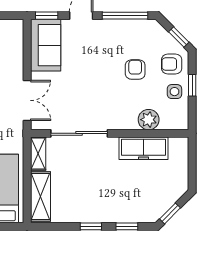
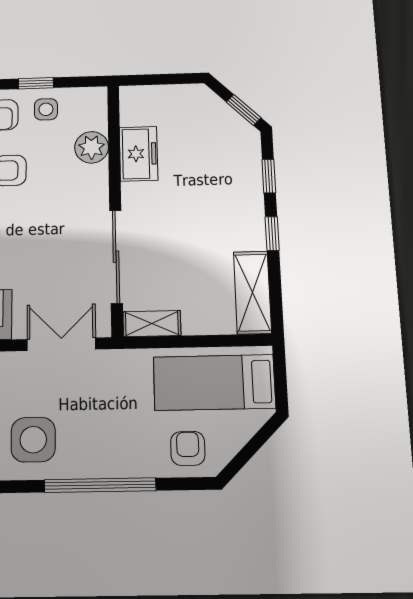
freezer: (144, 148) -> (138, 154), width x0.71
shelving: (40, 196) -> (252, 292), moved, turned 90

